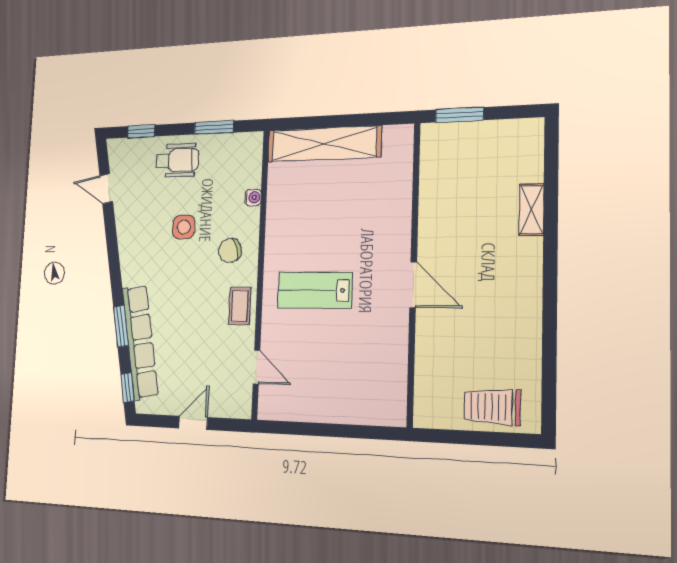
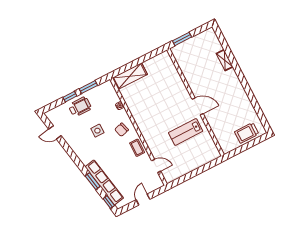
window: (141, 131) -> (70, 97), moved
shelving: (324, 144) -> (130, 76), width x0.68
lab bench: (315, 290) -> (186, 132), moved

